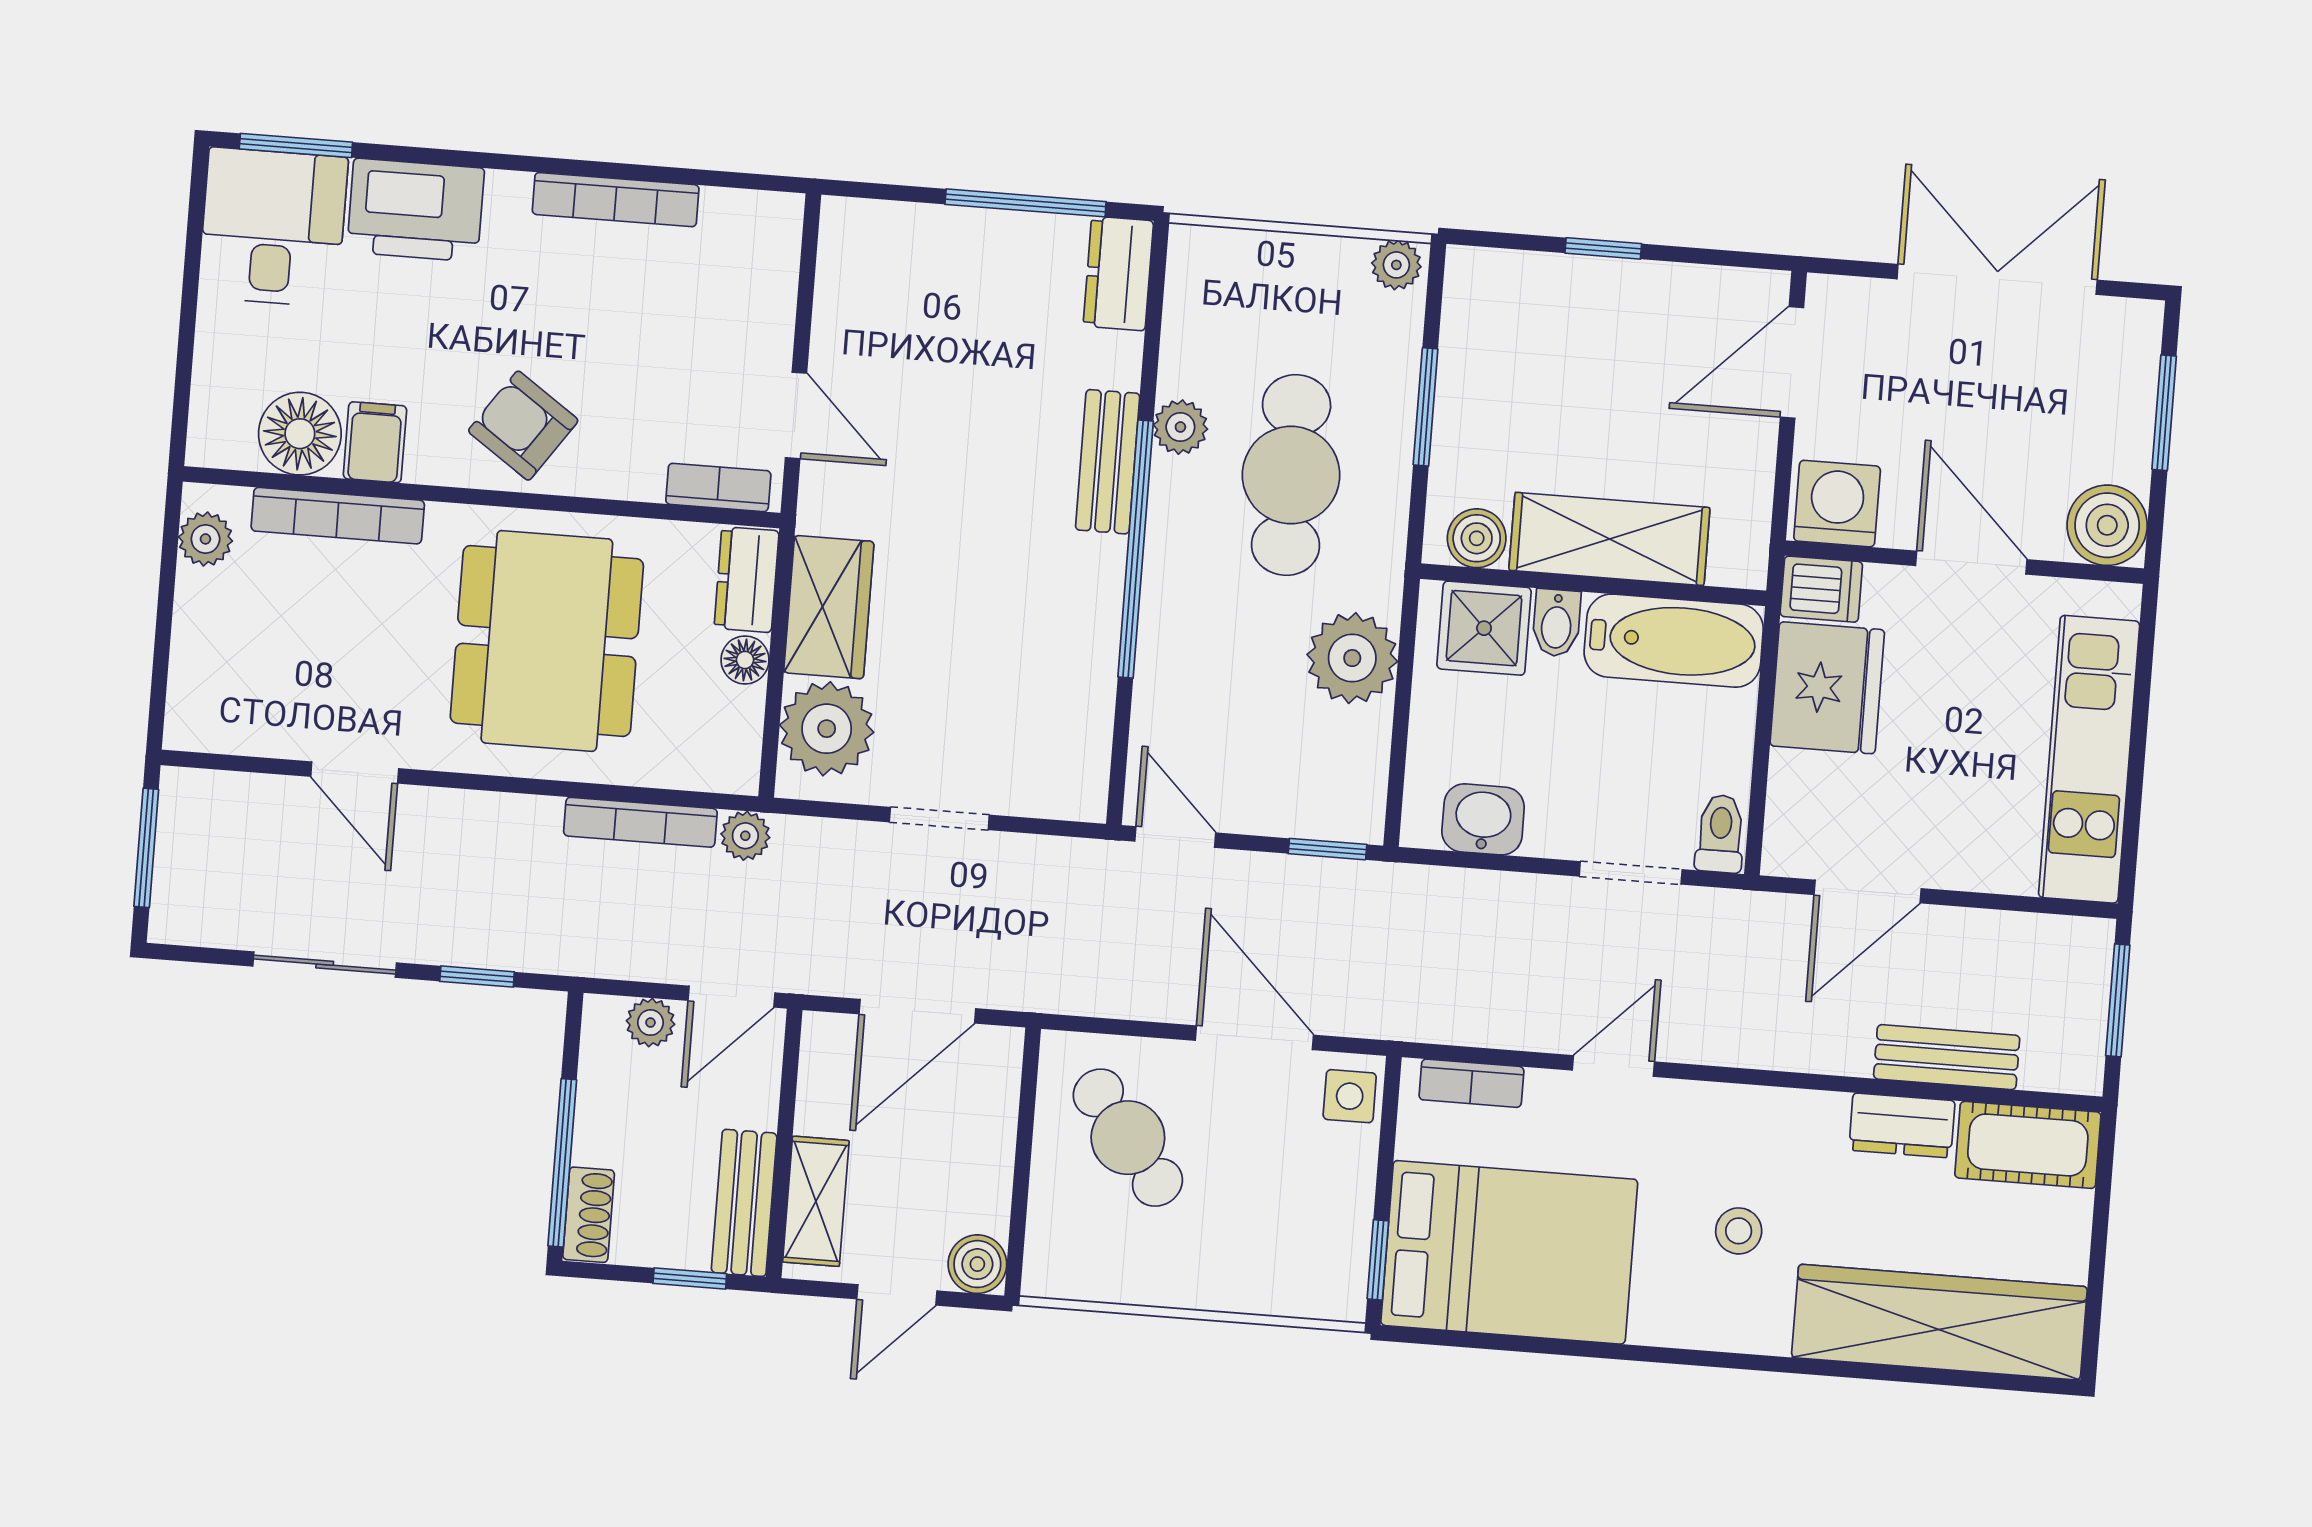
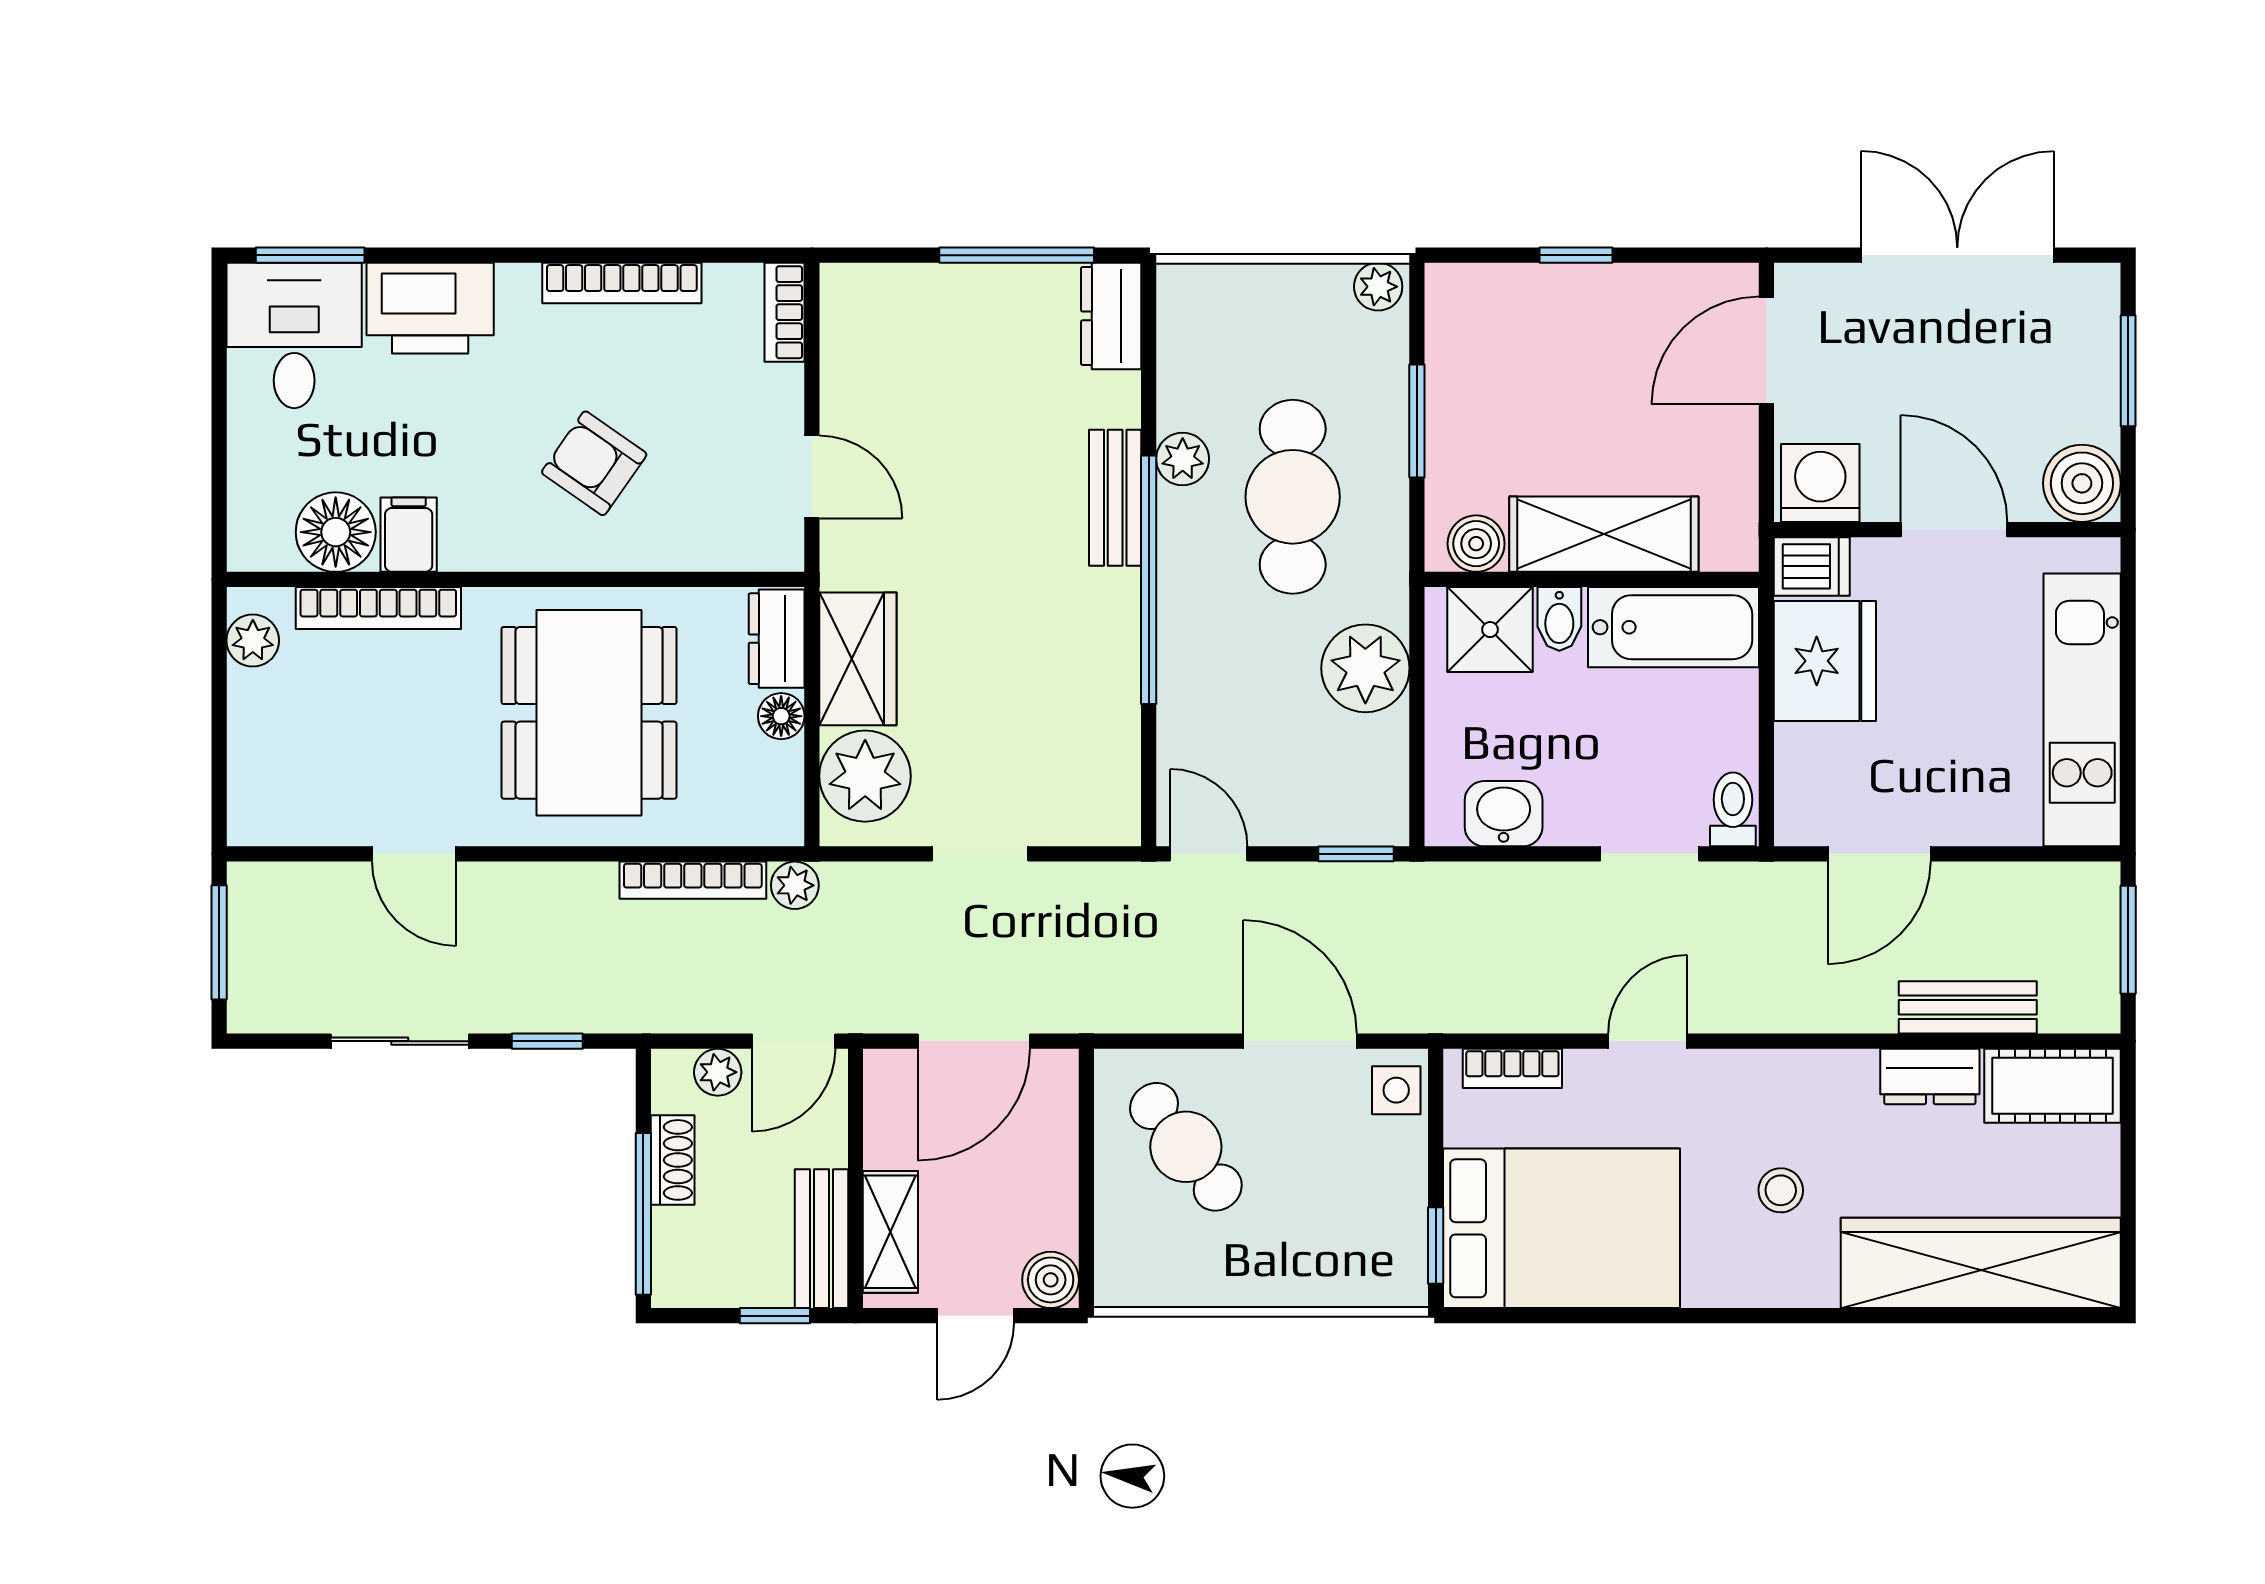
armchair: (523, 426) -> (594, 463), moved
bookcase: (718, 487) -> (784, 312), moved, turned -90
shoe rack: (589, 1215) -> (673, 1160), moved

